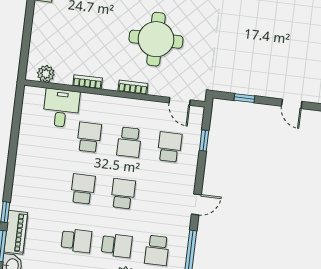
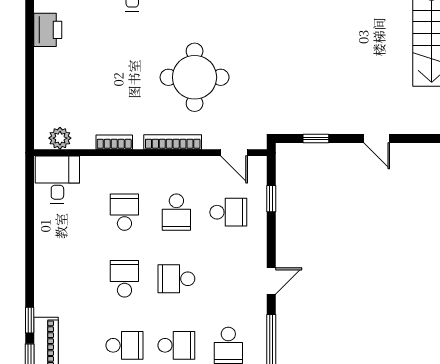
bookcase: (133, 87) -> (173, 142), width x1.56
desk: (61, 108) -> (57, 179), moved
school desk: (170, 147) -> (228, 212), turned 90
school desk: (123, 194) -> (176, 279), turned -90

